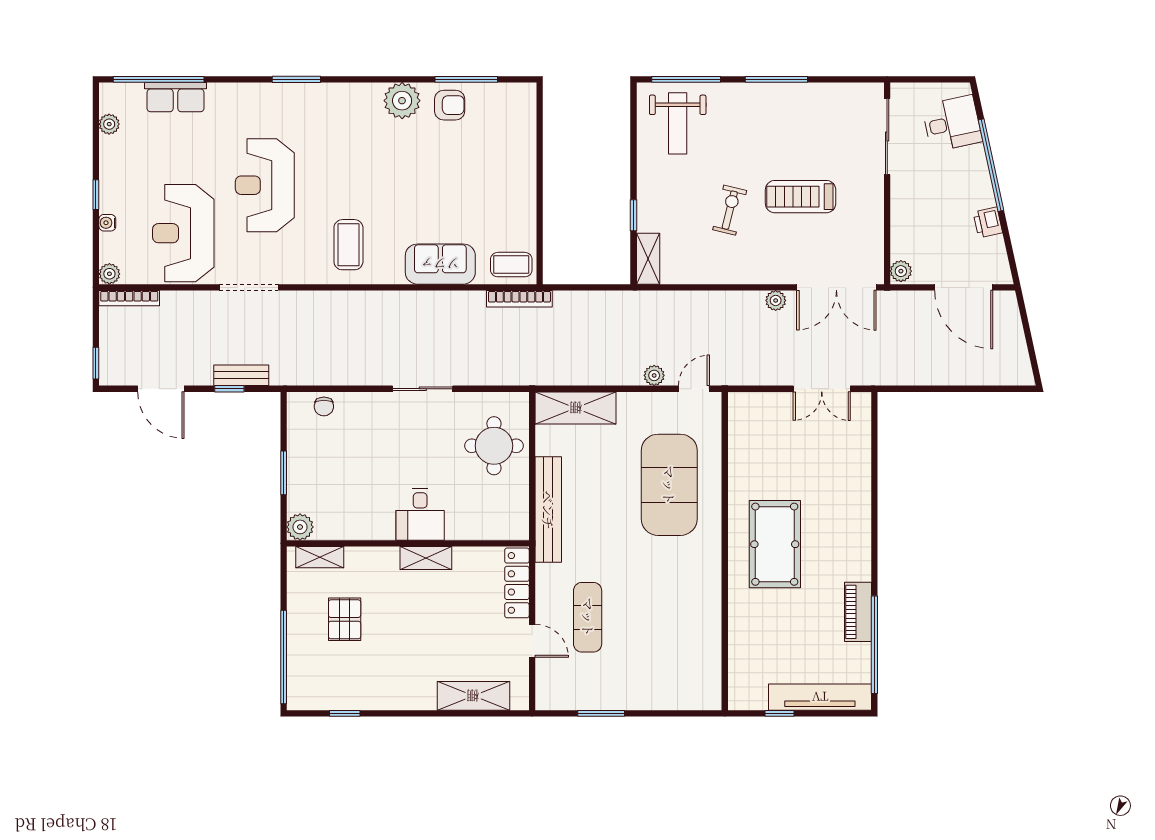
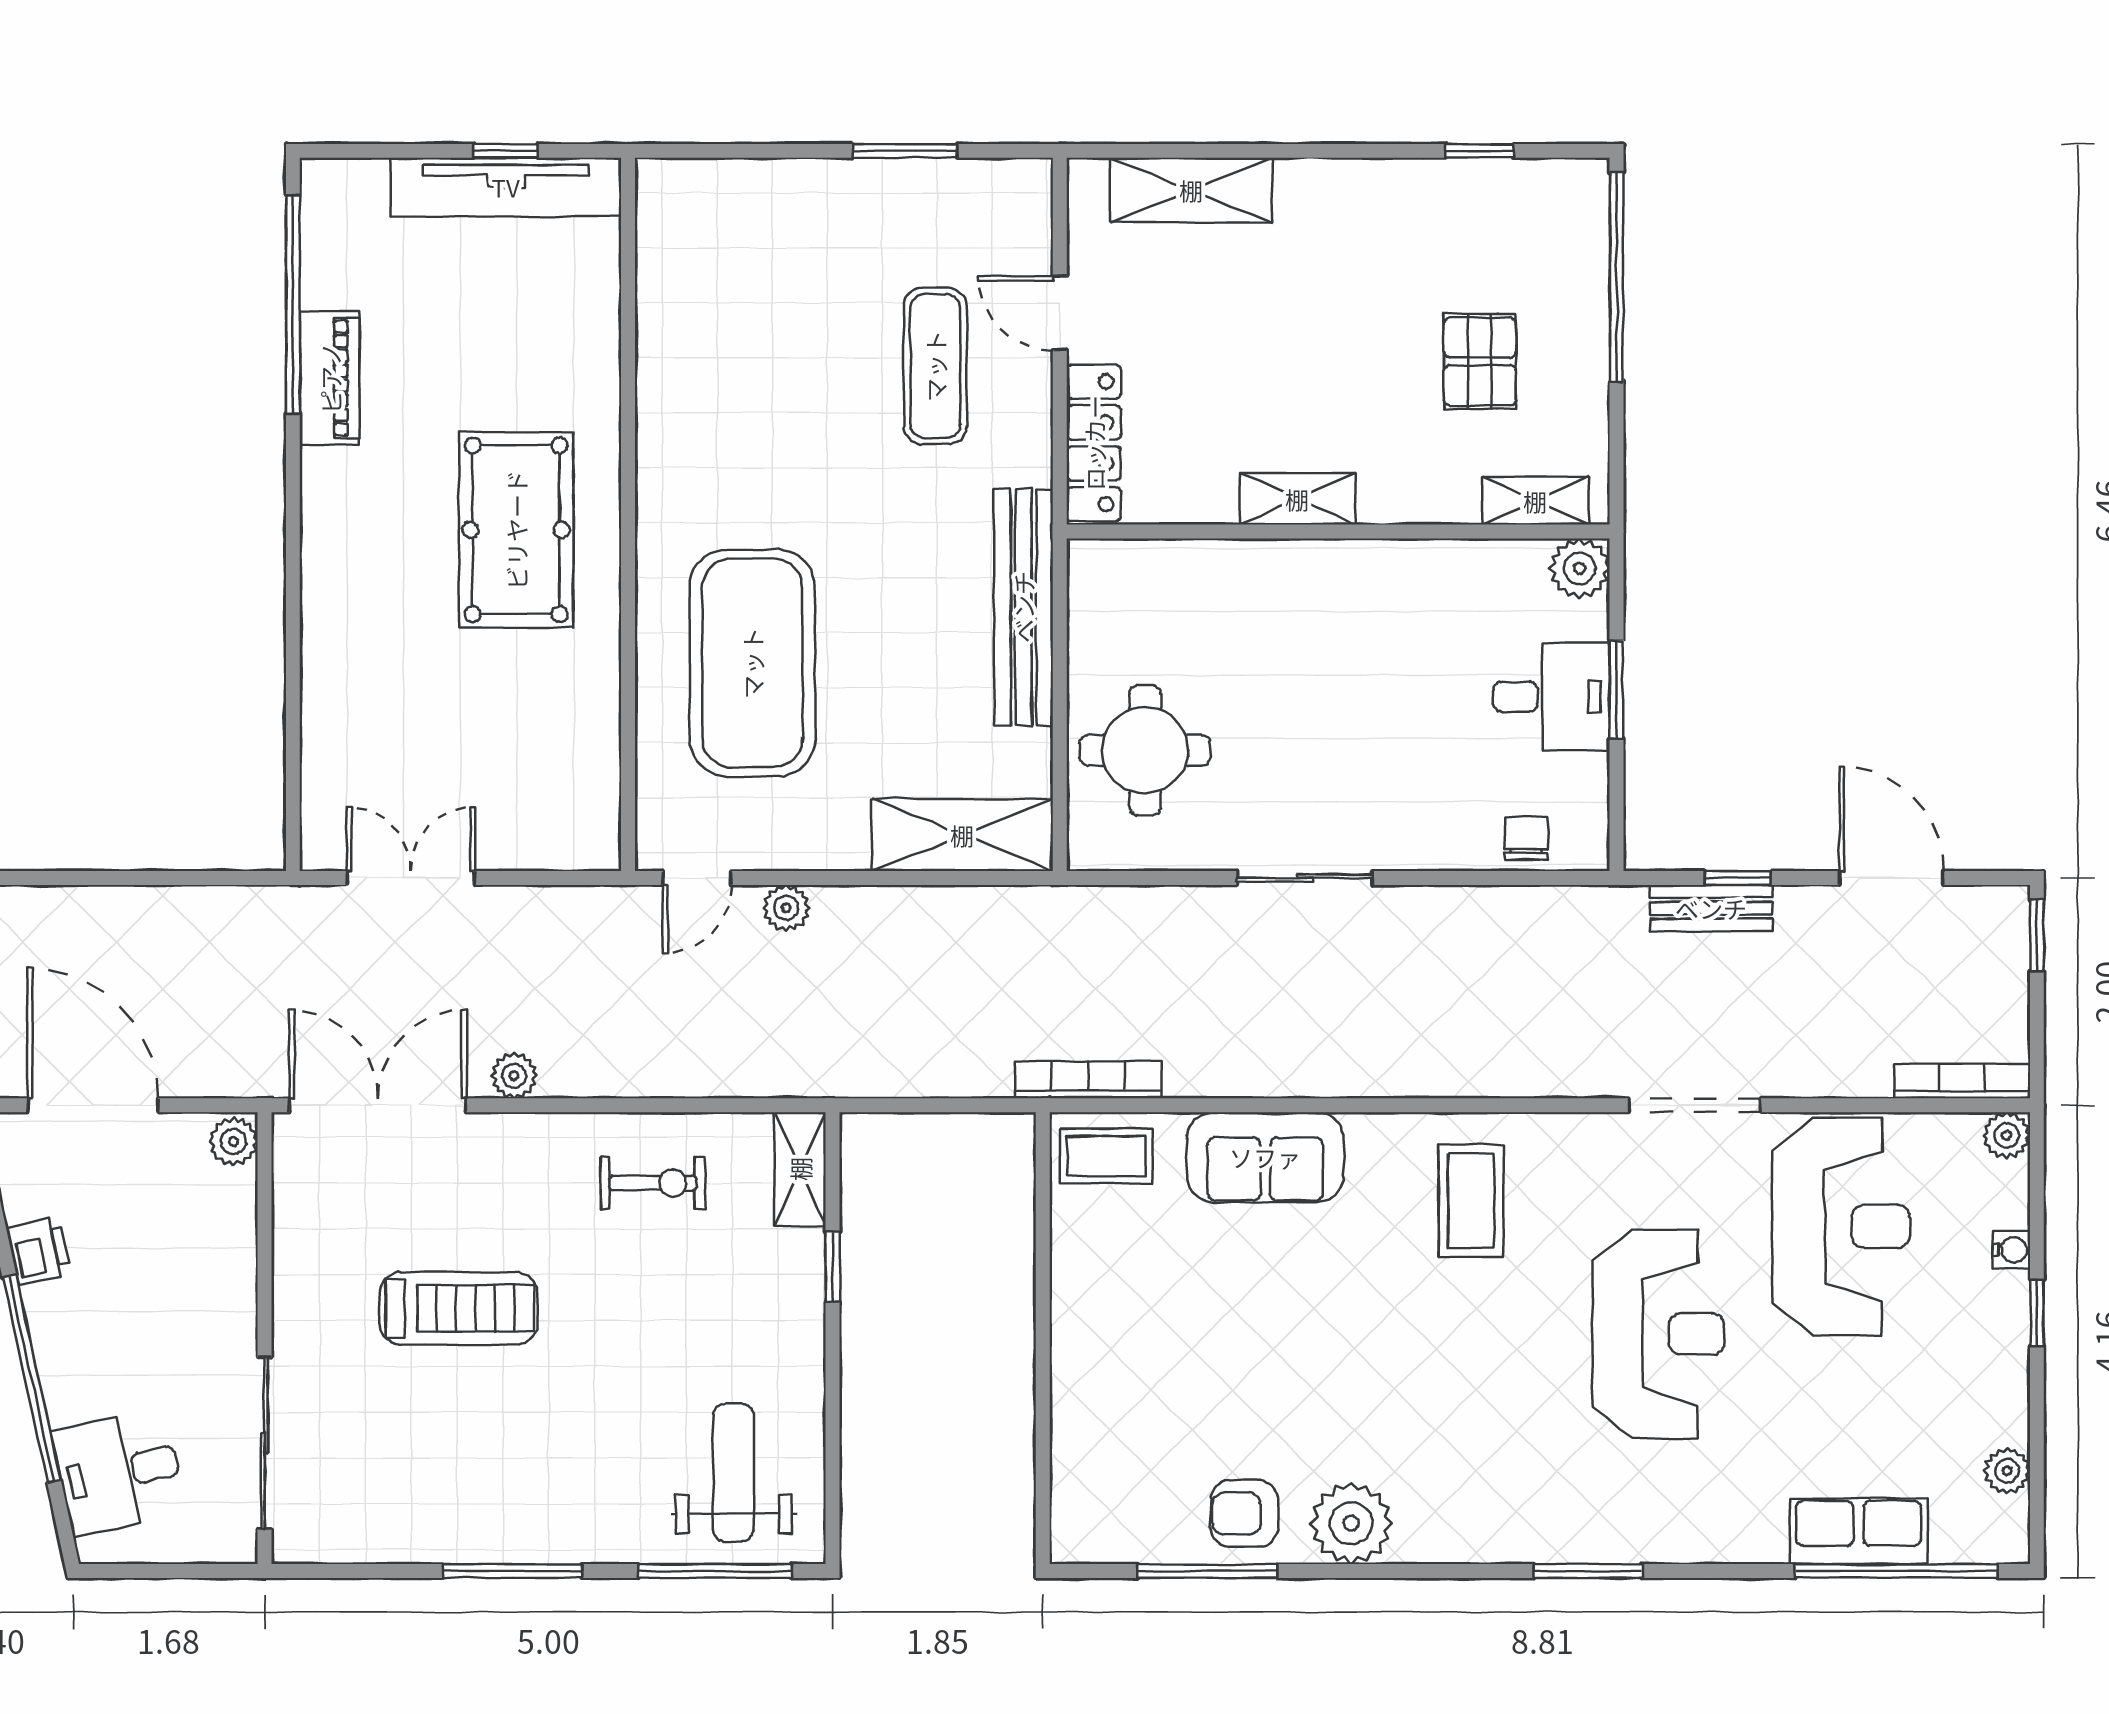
exercise bike: (730, 210) -> (653, 1183), moved, turned -104
desk: (420, 514) -> (1552, 697), moved, turned 90
tv unit: (820, 697) -> (506, 187), moved

